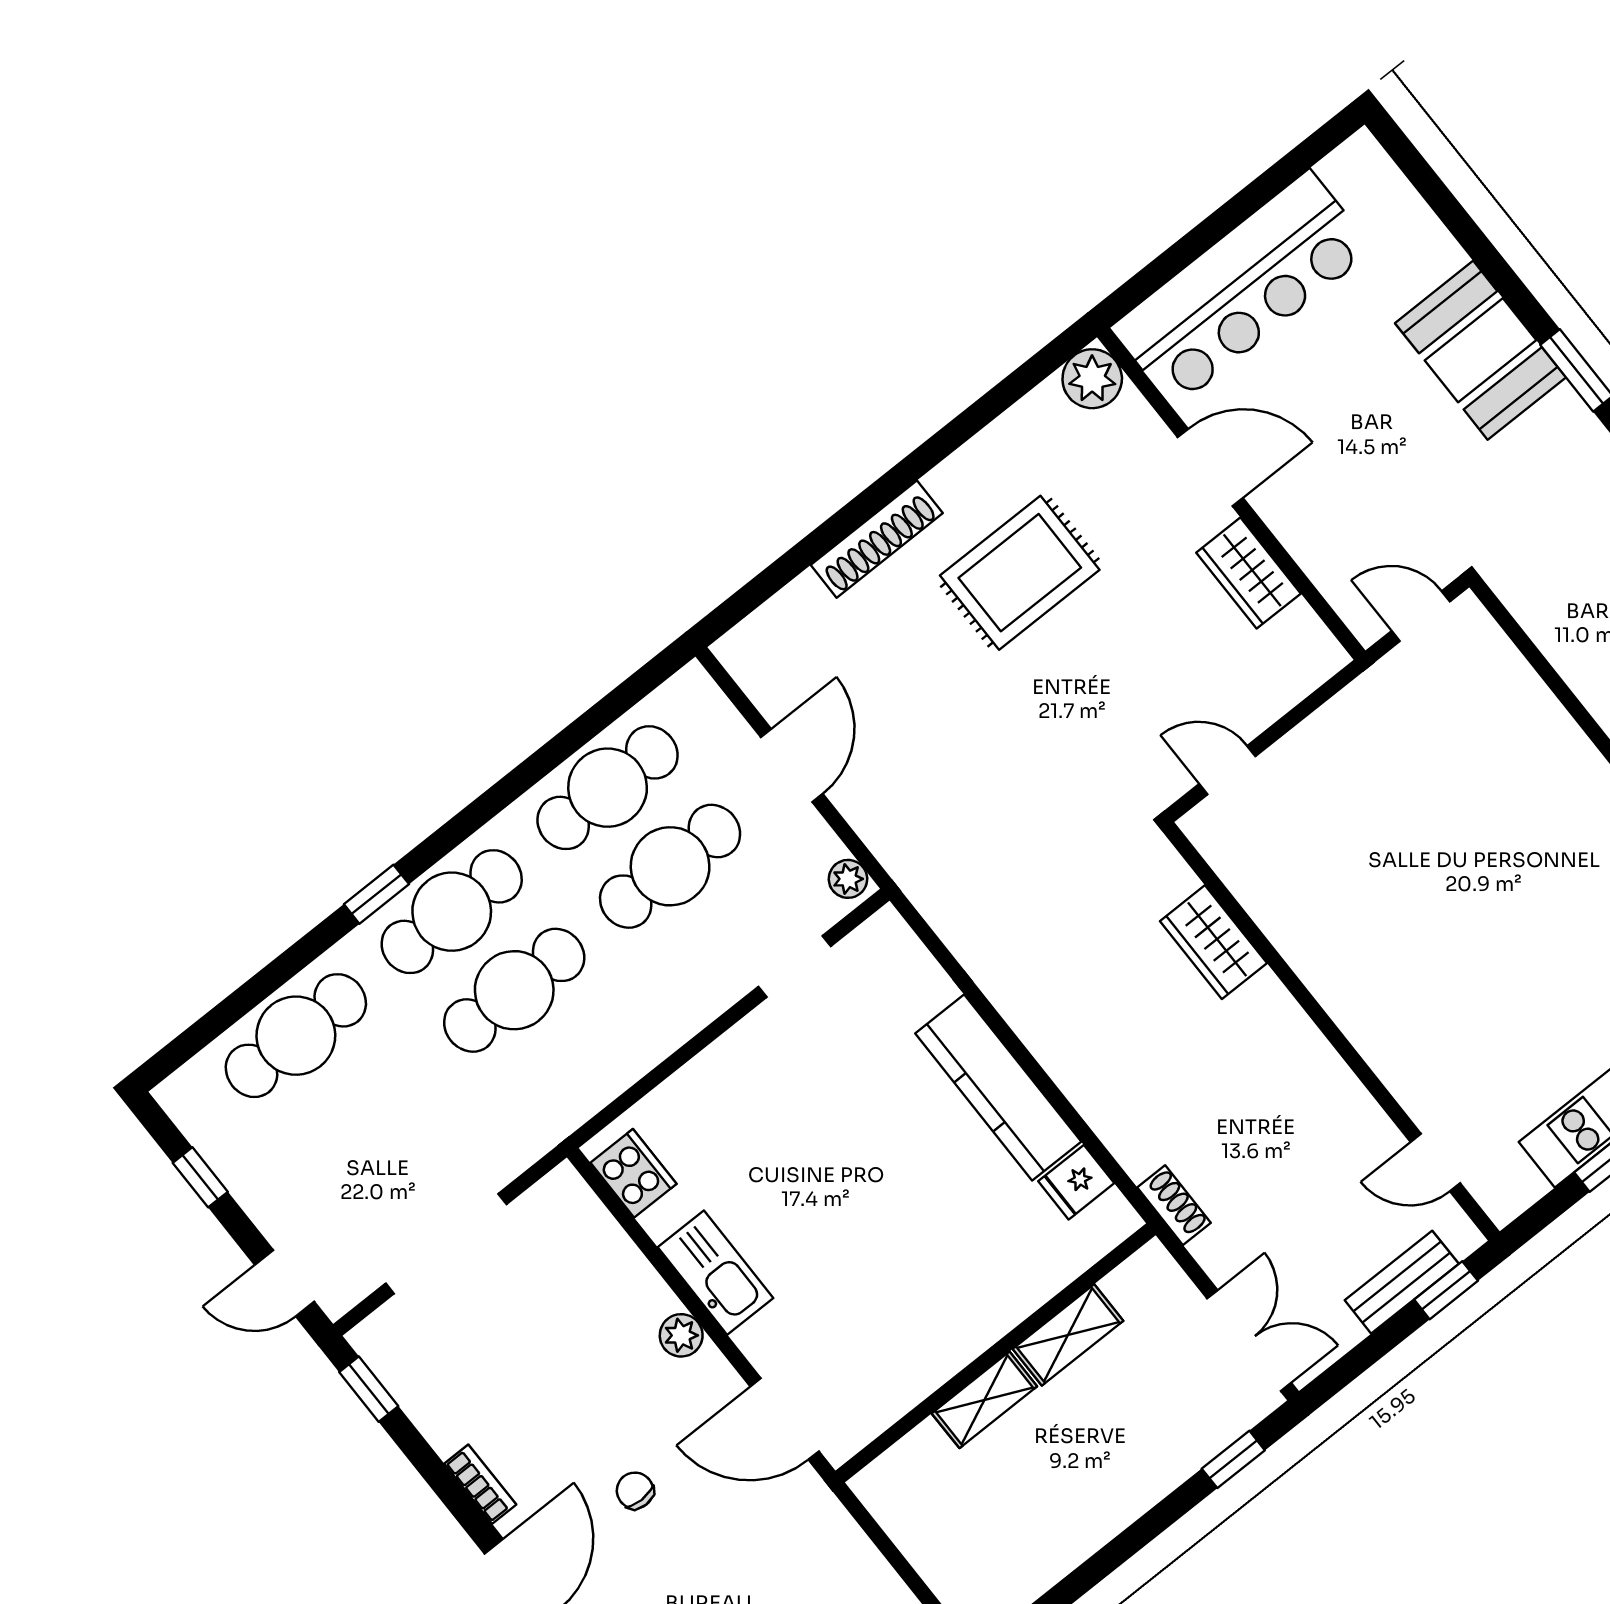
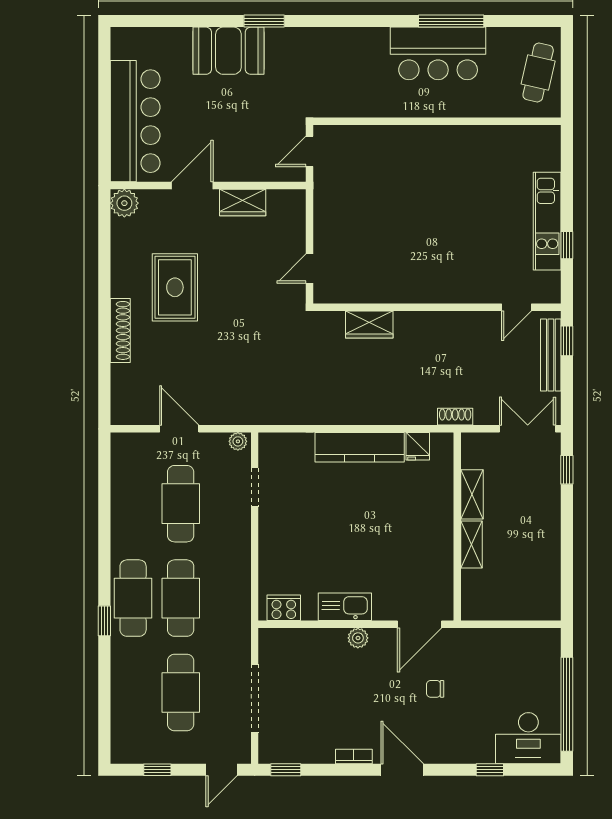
cafe table: (608, 788) -> (133, 504), removed
cafe table: (296, 1036) -> (181, 692), moved
bench: (1402, 1282) -> (551, 355), width x1.36
chair: (635, 1491) -> (435, 689), moved

